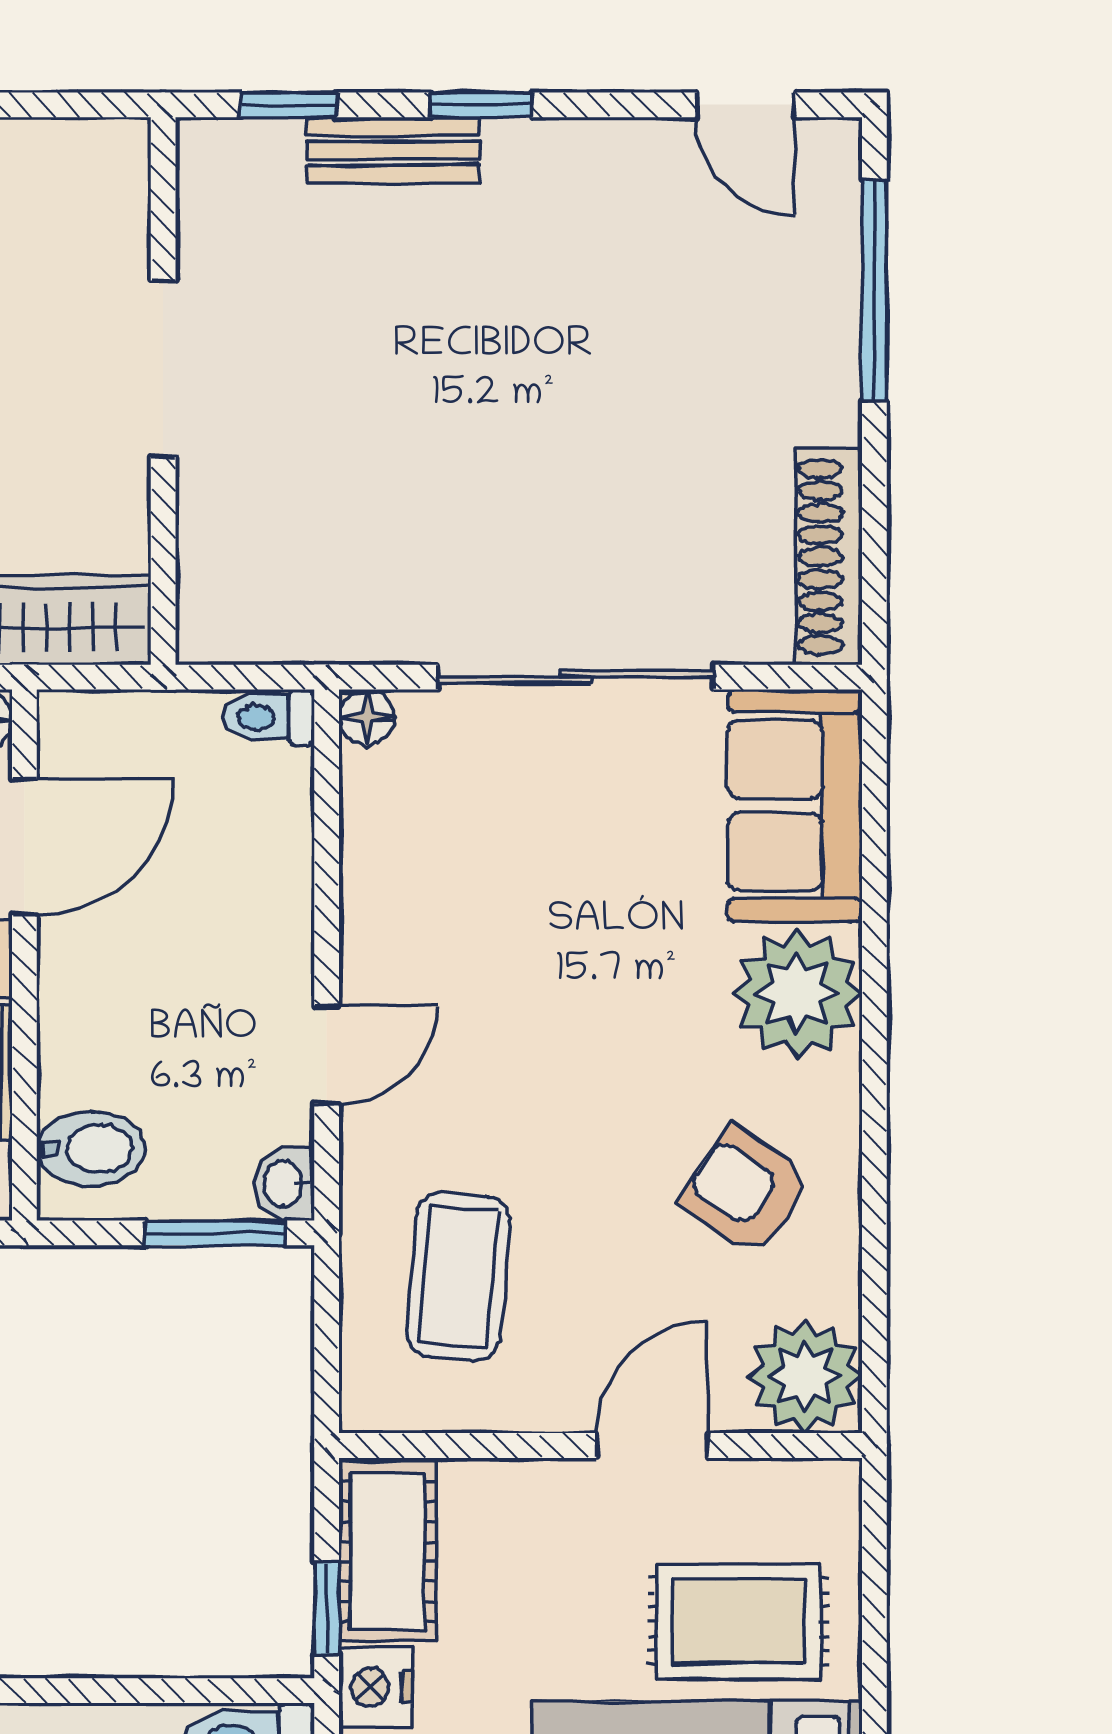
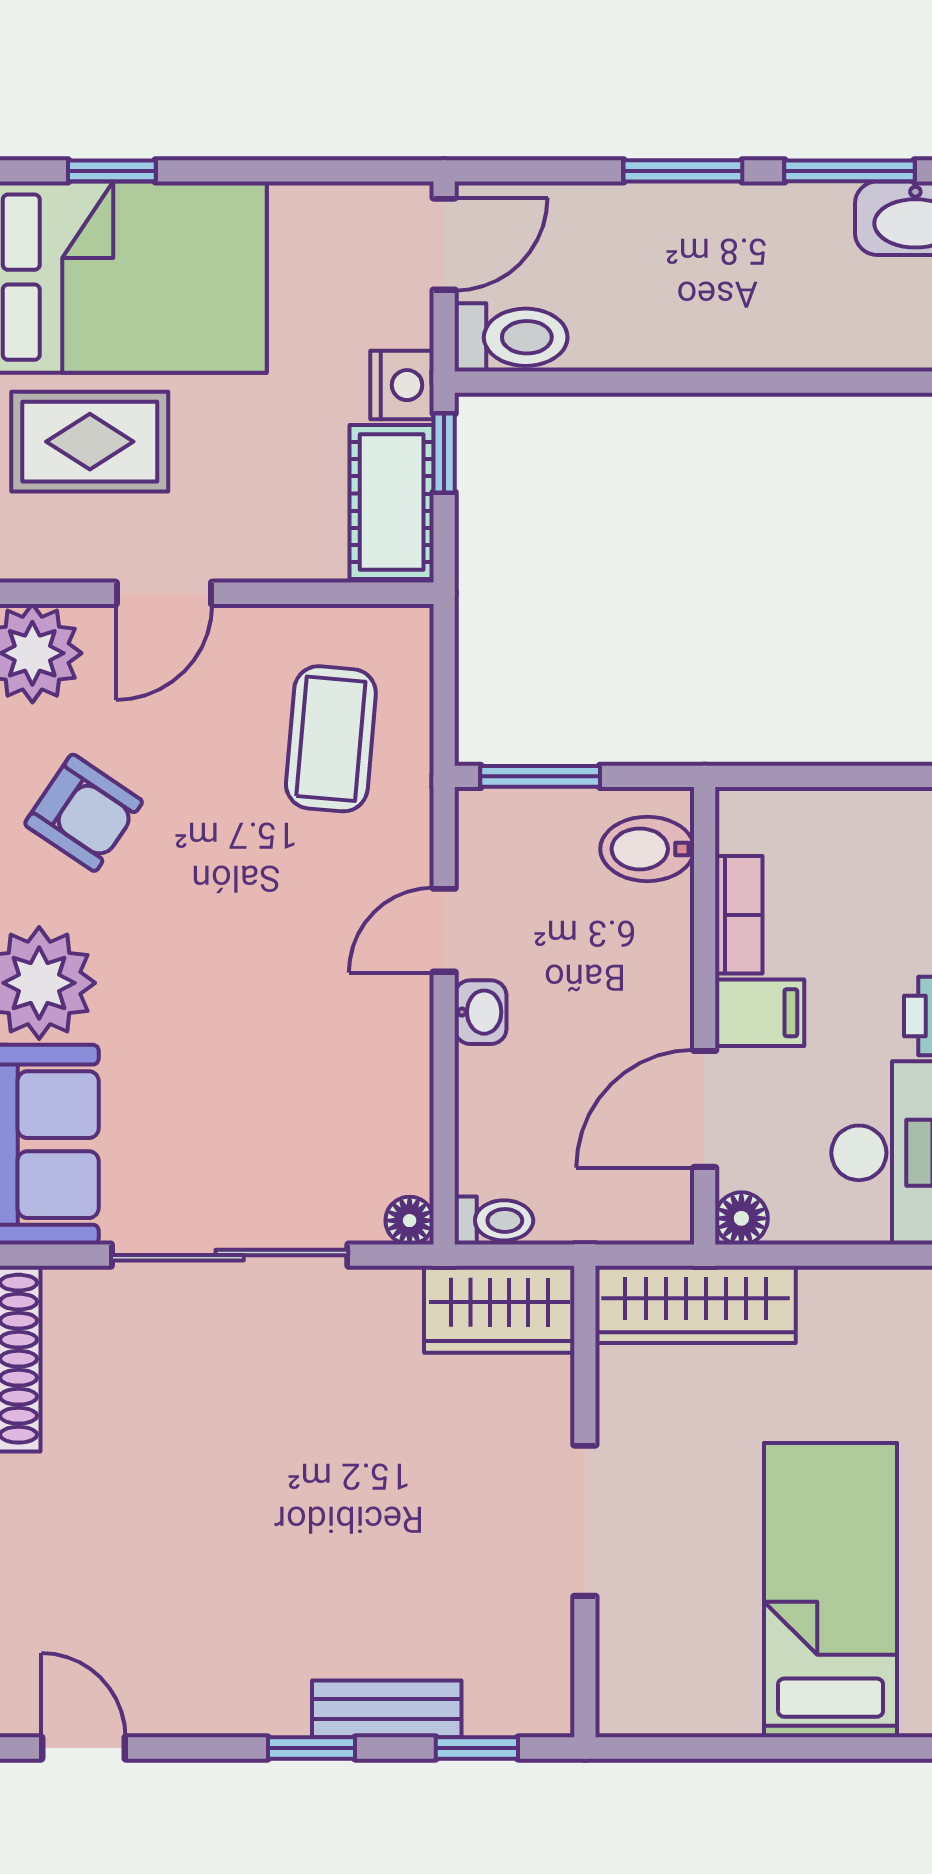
wardrobe: (263, 614) -> (499, 1309), added
washbasin: (284, 1184) -> (480, 1012), moved

